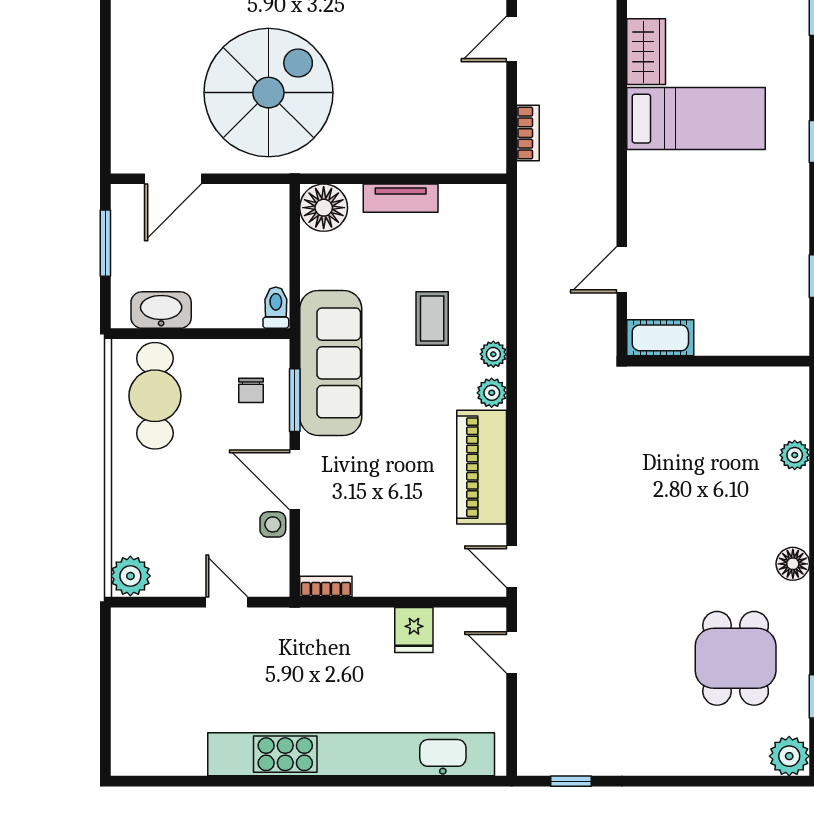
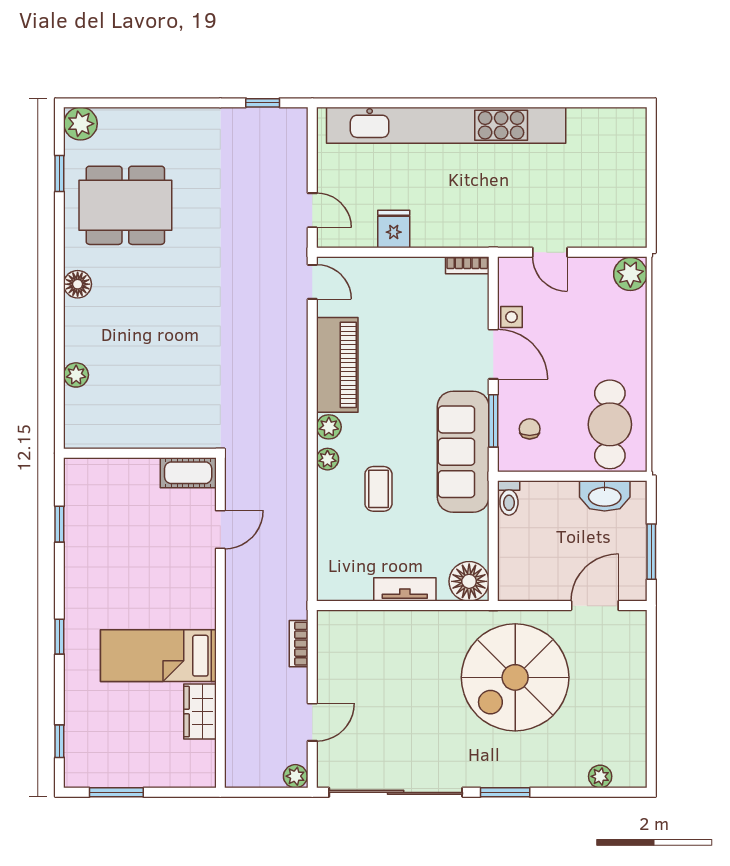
dining table: (736, 658) -> (125, 205), width x1.38

